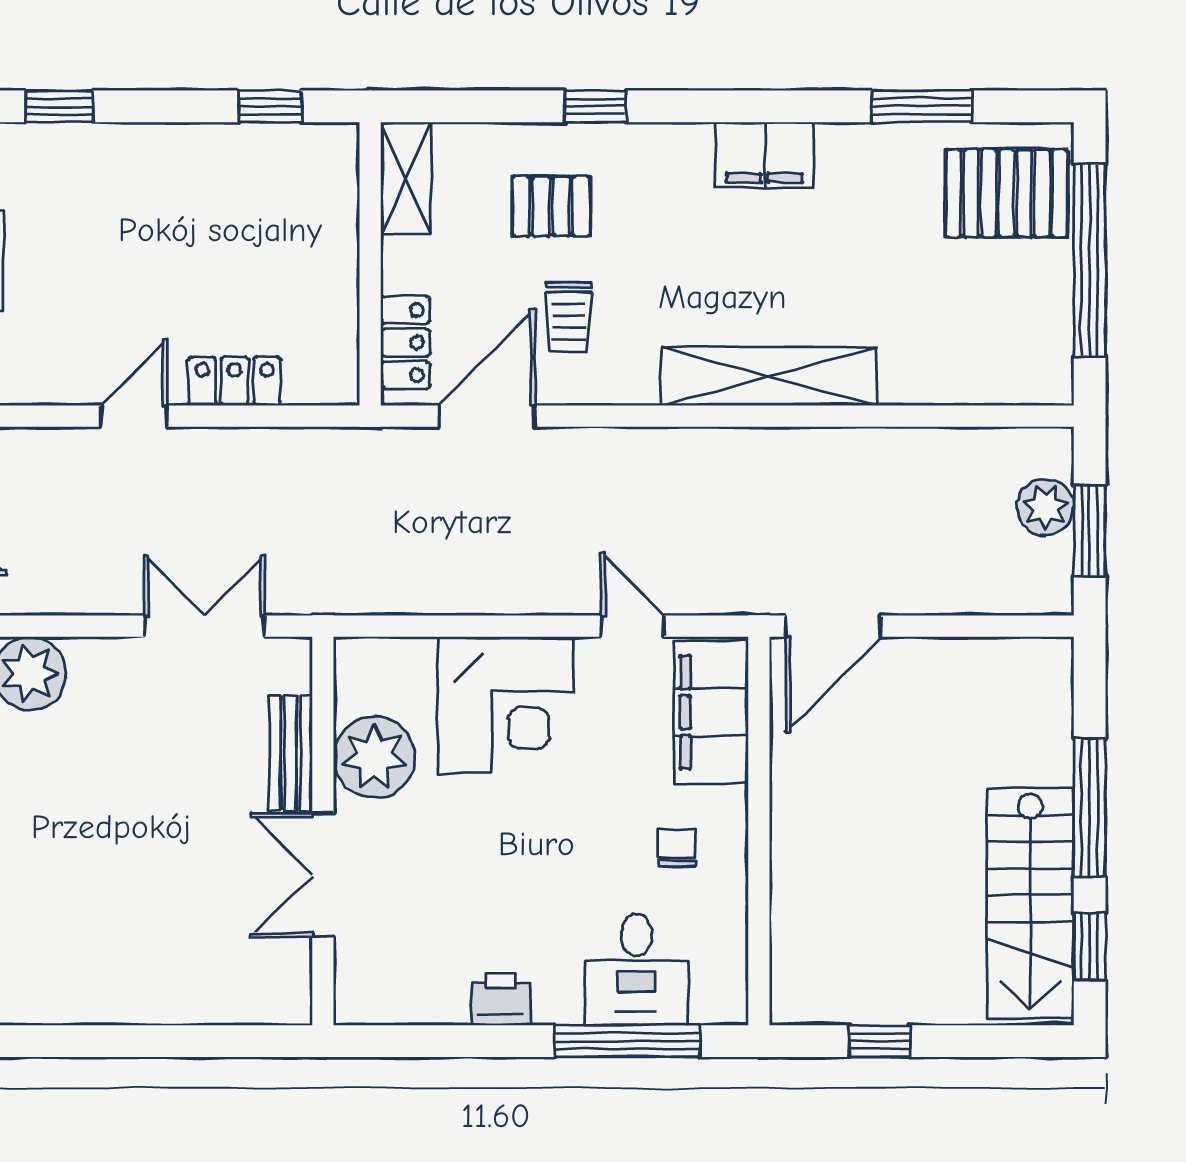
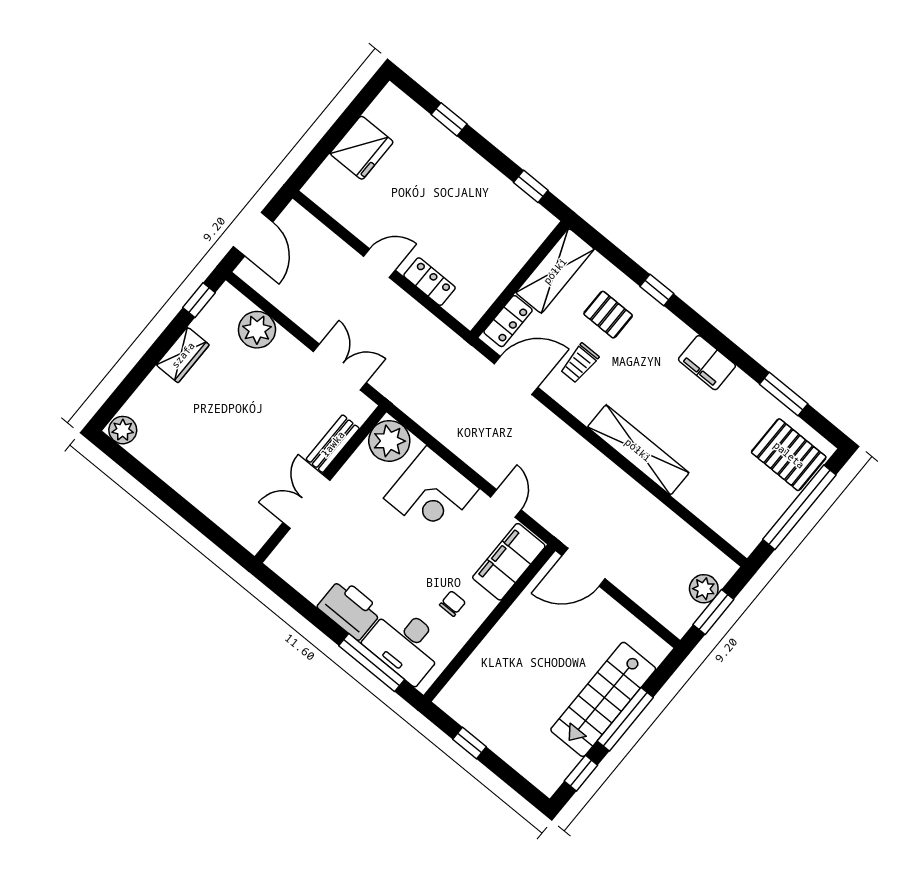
shelving: (406, 178) -> (555, 271), width x1.50, depth x1.33
plant: (374, 757) -> (389, 441), moved
stairs: (1030, 903) -> (603, 699), moved
desk: (637, 970) -> (405, 644), width x1.37
printer: (501, 999) -> (350, 609), width x1.87, depth x1.48

